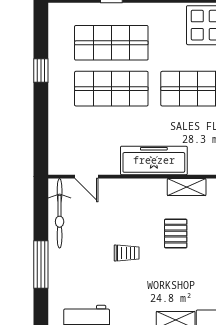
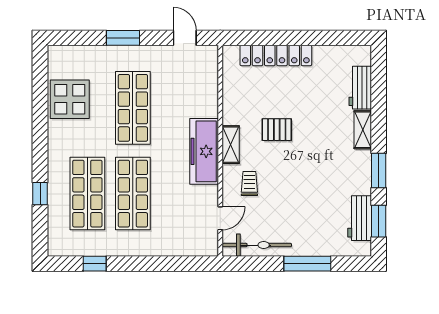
window: (41, 71) -> (95, 264), moved
shelving: (187, 187) -> (231, 145), moved
trolley: (127, 253) -> (249, 184), moved

